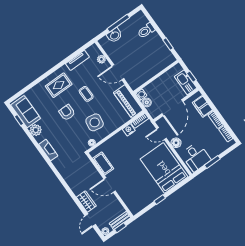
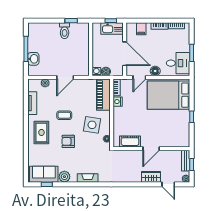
toilet: (146, 31) -> (65, 31), moved
piano: (128, 101) -> (103, 95), moved, turned 90
filing cabinet: (203, 106) -> (141, 29), width x0.50

